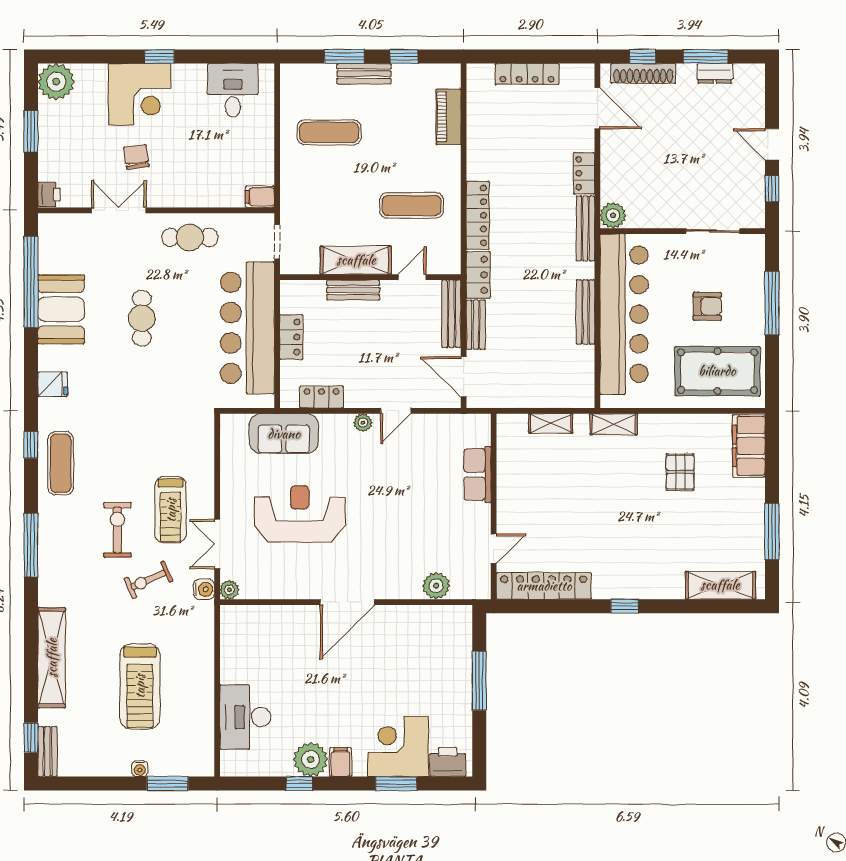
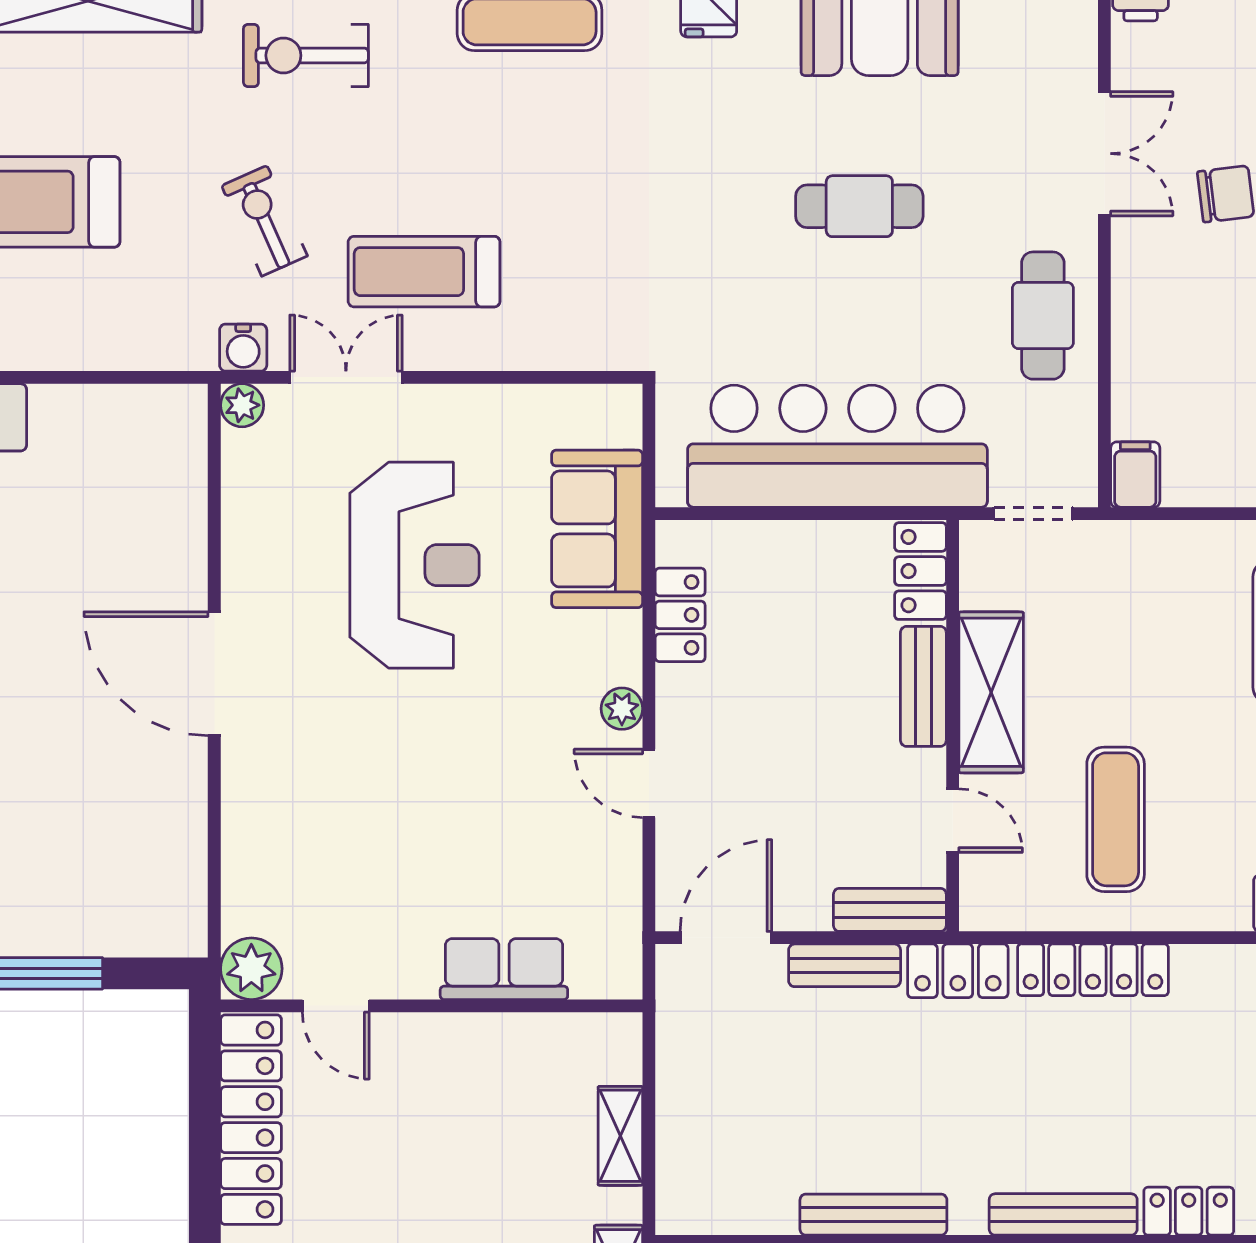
bench: (451, 314) -> (890, 910), width x0.73
locker: (291, 337) -> (920, 571), moved, turned 90
exercise bike: (117, 530) -> (306, 55), moved, turned 180
plant: (436, 586) -> (251, 969), moved

